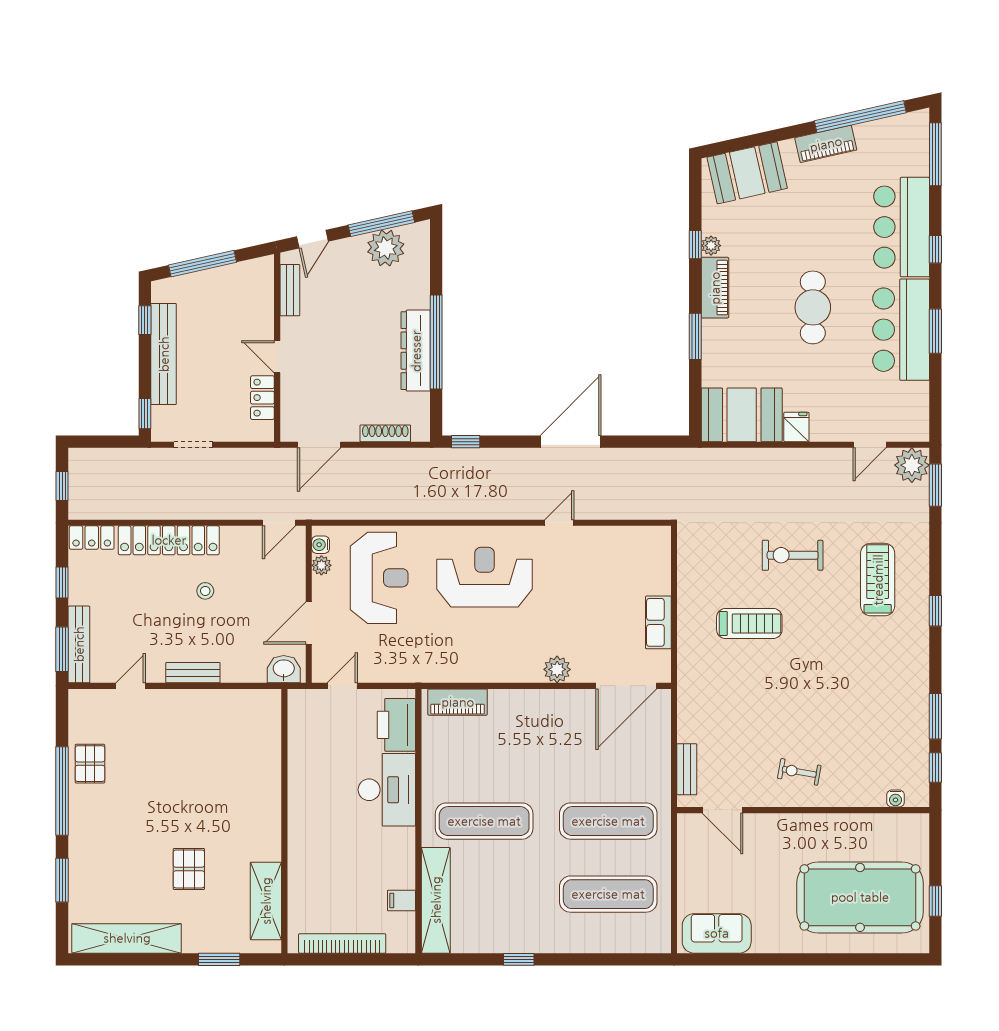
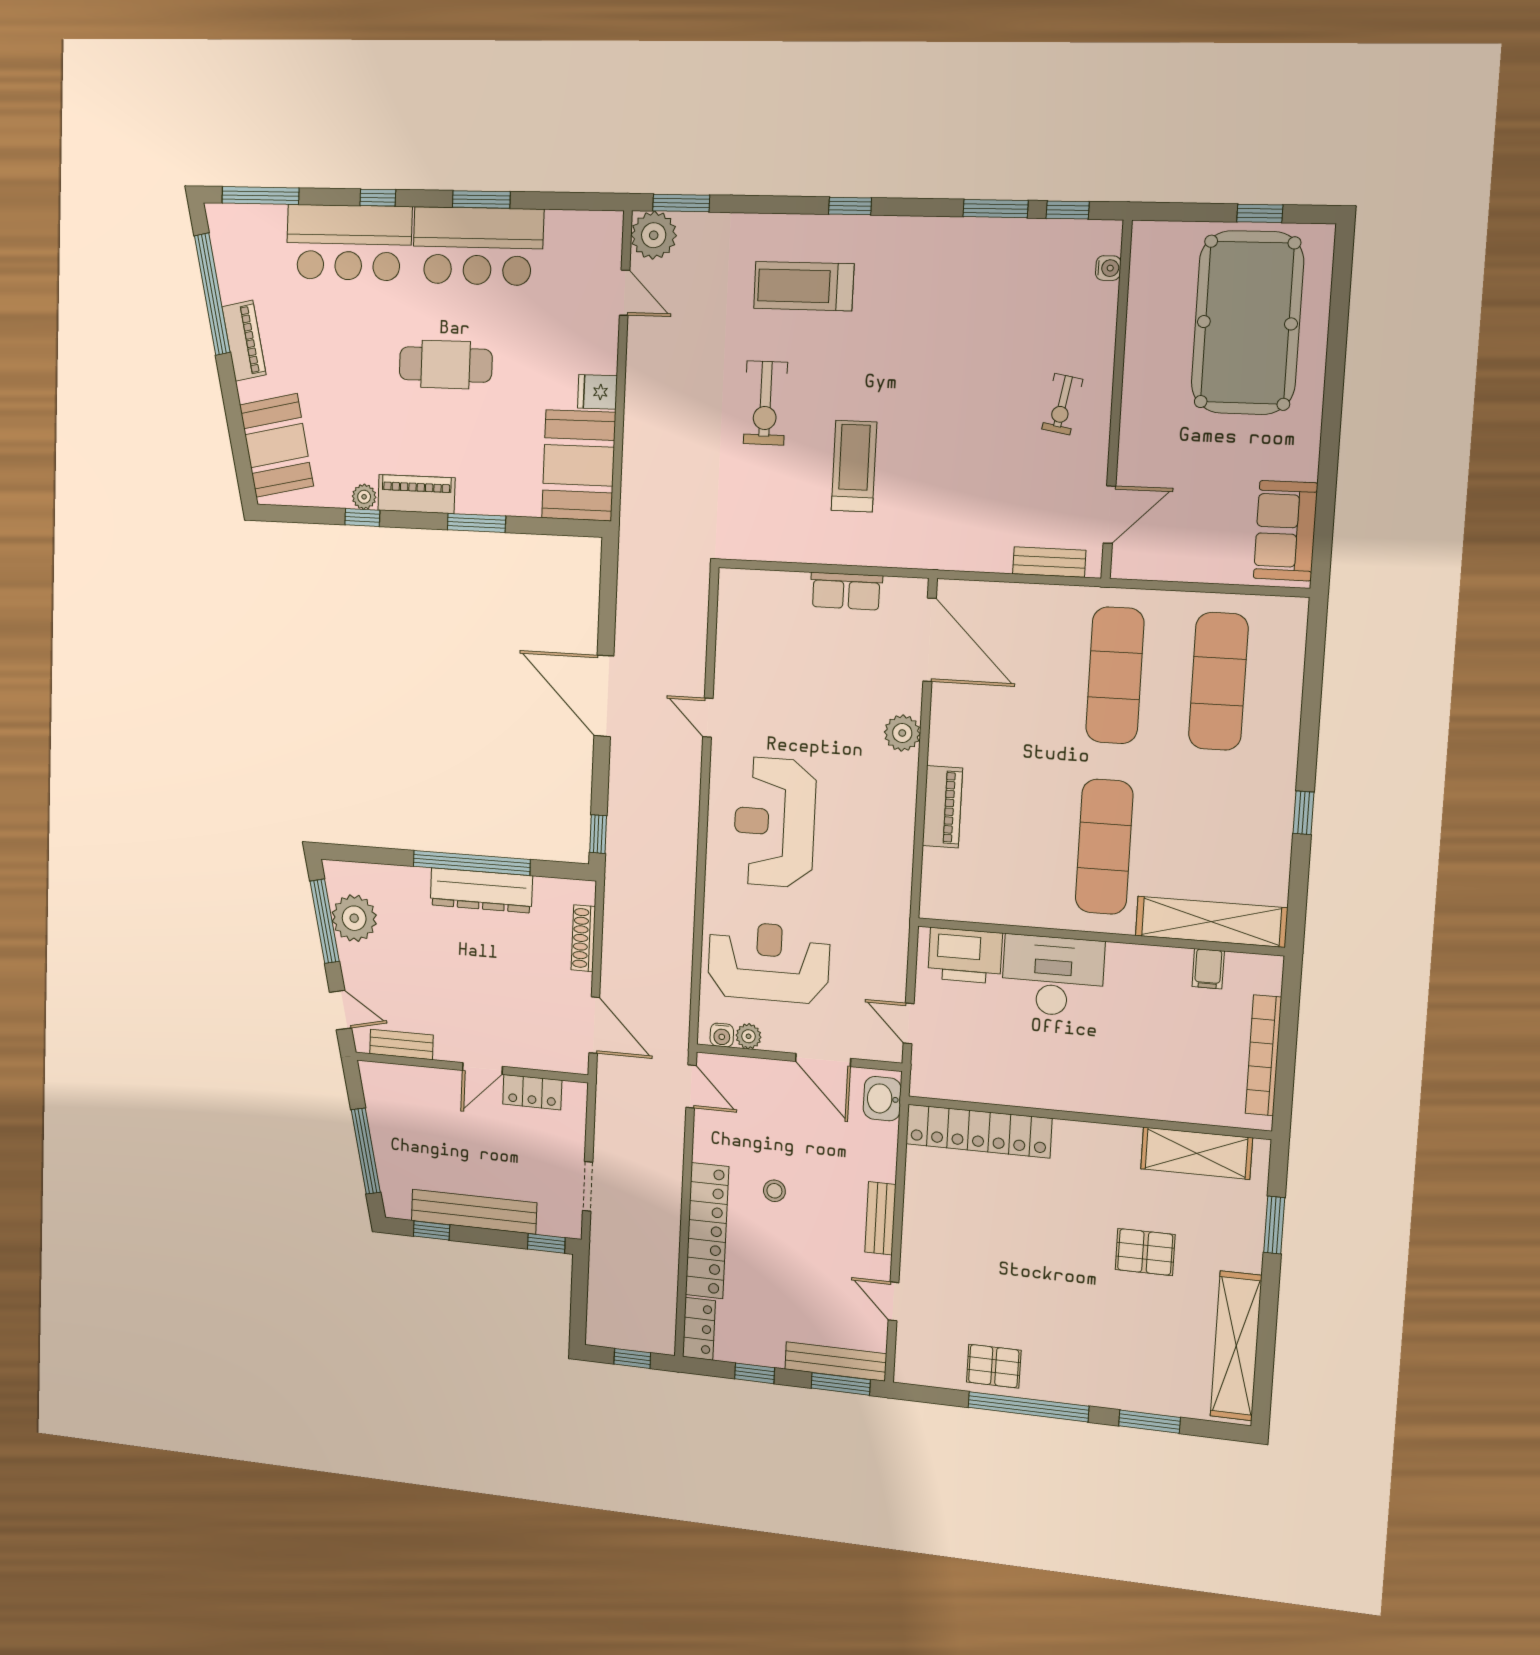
piano: (458, 702) -> (942, 807), moved
locker: (266, 742) -> (979, 1131), added

